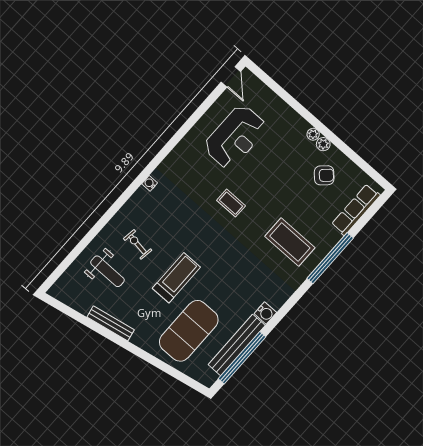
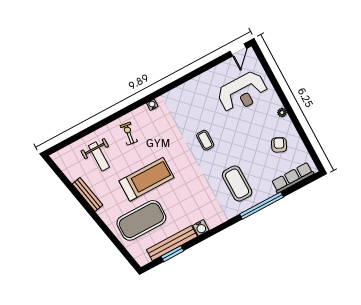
reception desk: (235, 137) -> (243, 92), moved
plant: (323, 144) -> (287, 122), removed
armchair: (324, 175) -> (279, 145), turned -112
exercise bike: (138, 244) -> (129, 134), moved
treadmill: (176, 278) -> (146, 179), width x1.37, depth x1.38
window: (242, 358) -> (172, 254), width x0.47

